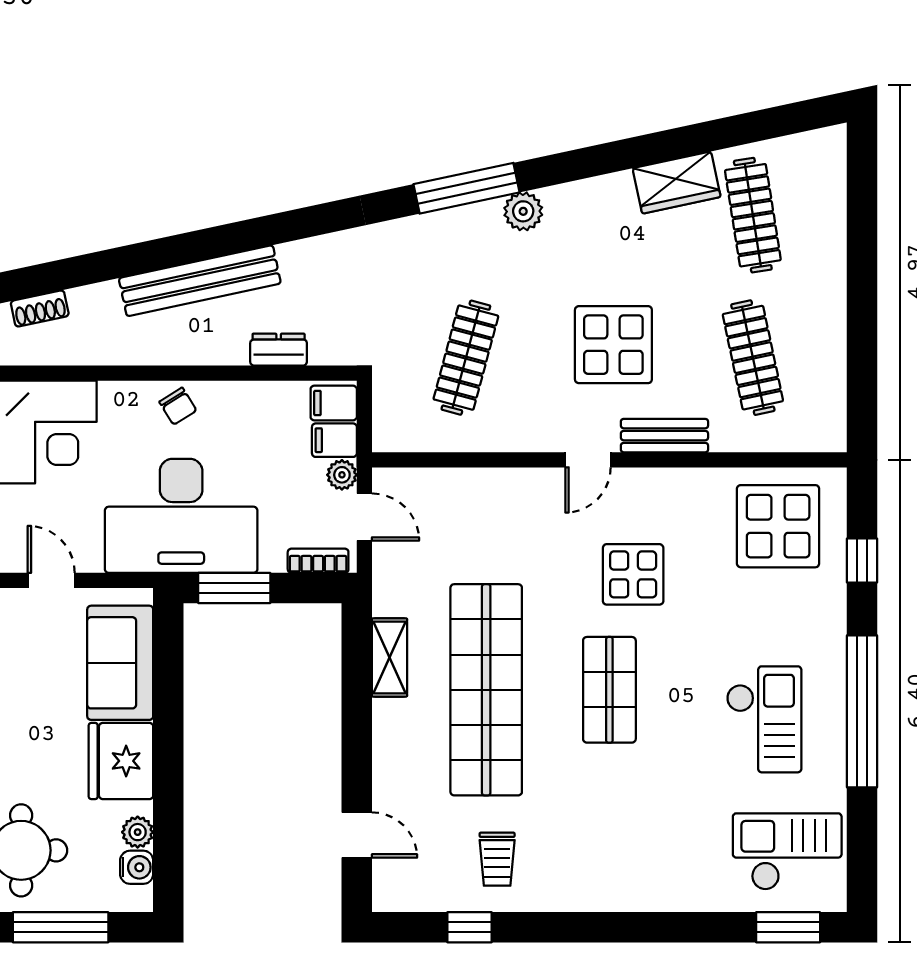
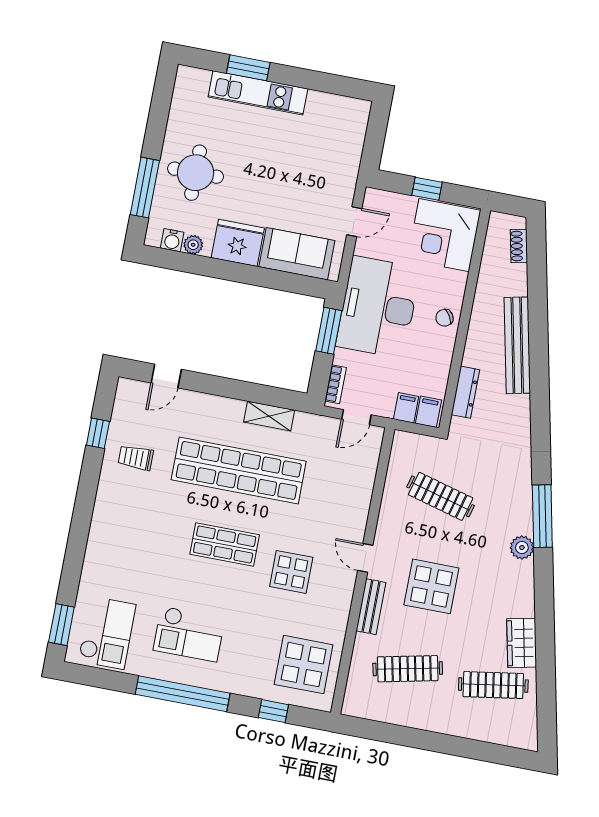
dresser: (279, 350) -> (465, 392), width x1.44
plant: (342, 475) -> (384, 408), removed

